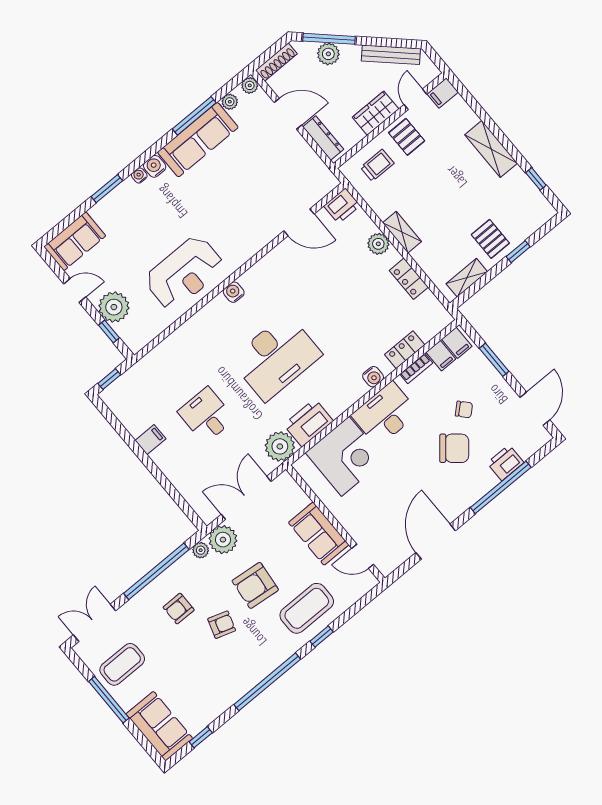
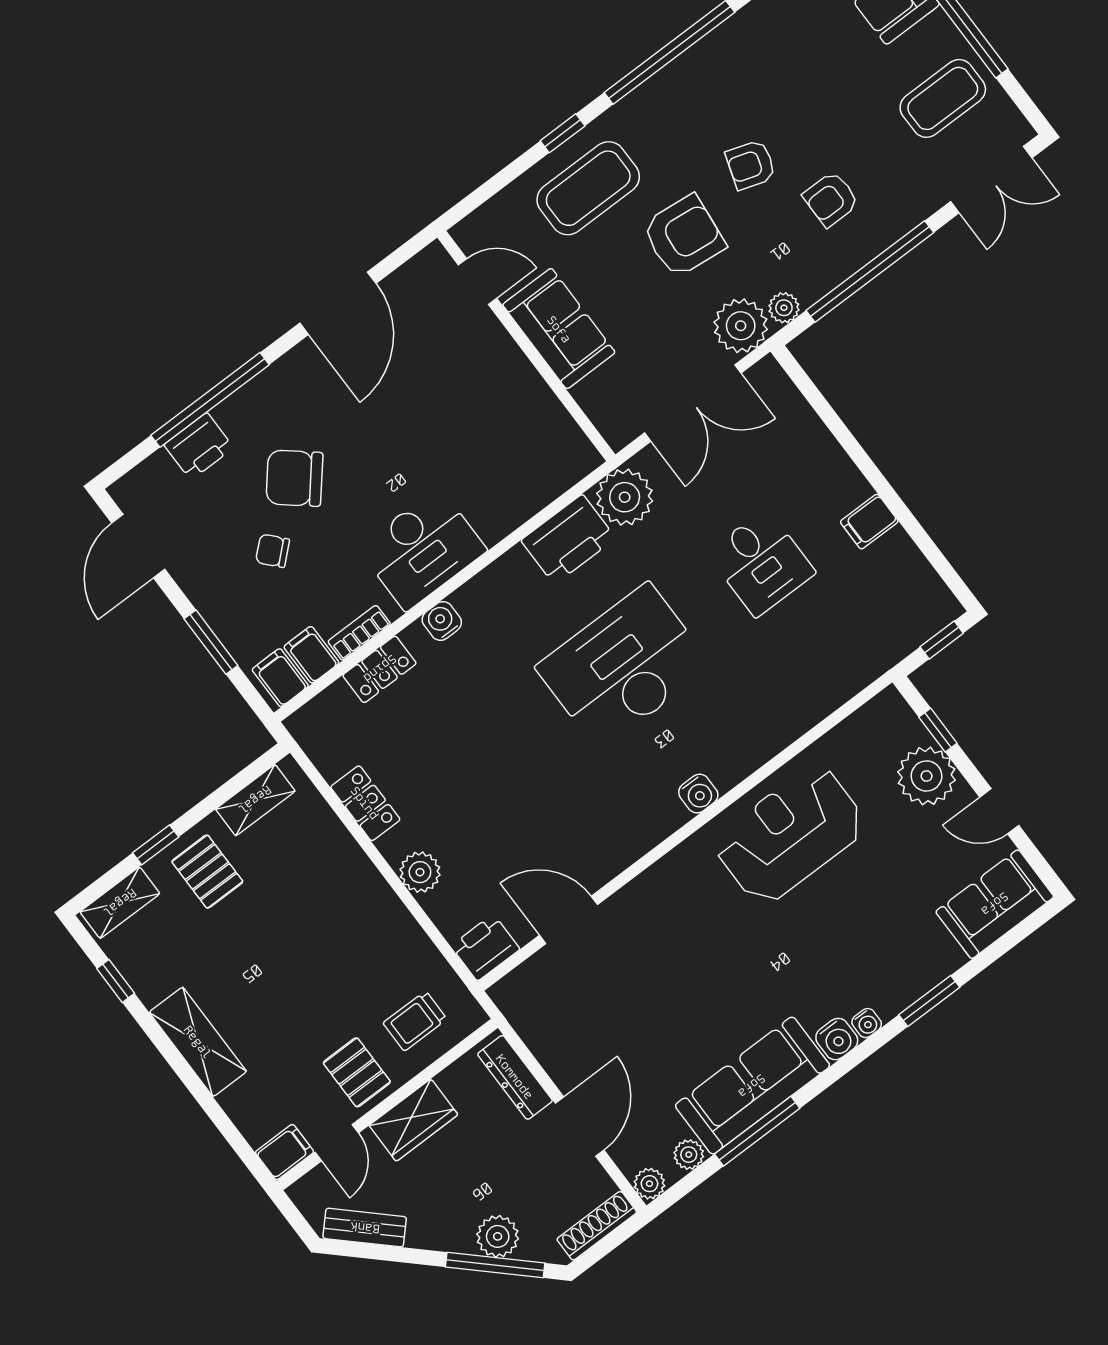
bench: (391, 55) -> (365, 1228), width x0.73
door: (288, 114) -> (580, 1127), swing flipped
shelving: (402, 232) -> (120, 903), moved, turned 90
corner desk: (345, 456) -> (501, 473), removed
armchair: (179, 609) -> (831, 199), turned 180

